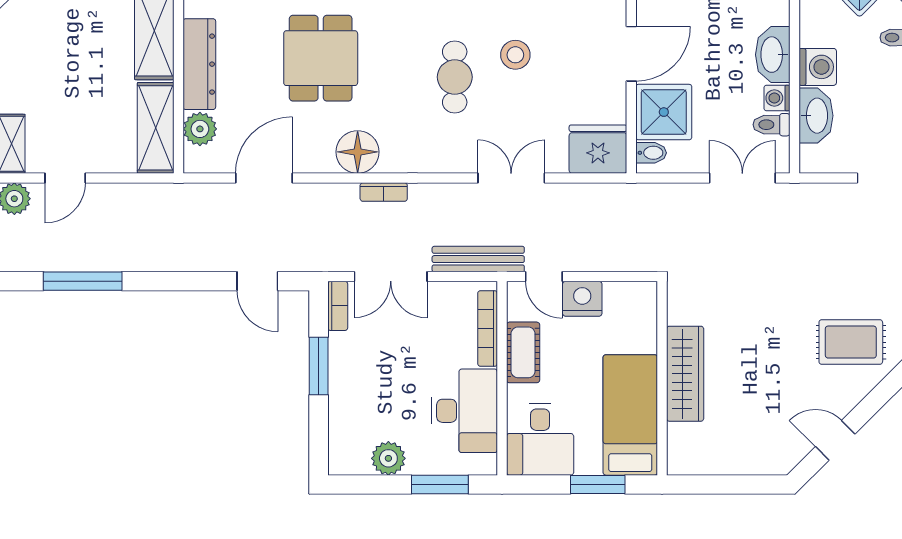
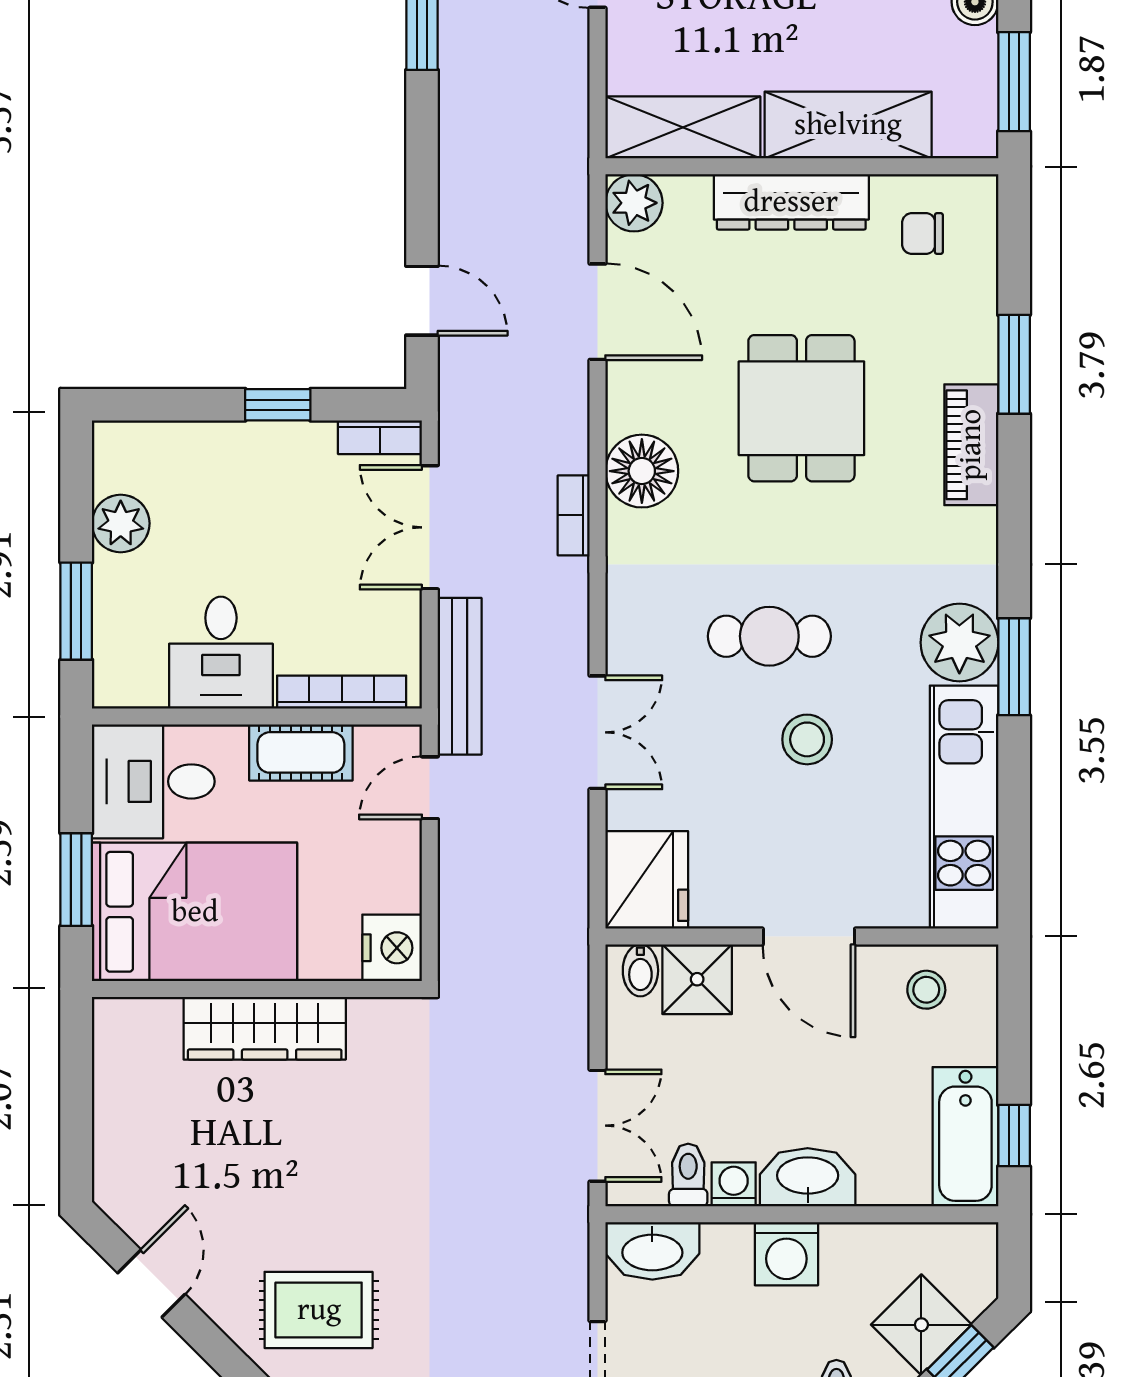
dining table: (321, 58) -> (801, 408), turned 90
shower: (664, 112) -> (697, 979), width x0.73, depth x0.73
washbasin: (816, 116) -> (652, 1251), moved
plant: (200, 129) -> (634, 203), moved
door: (257, 281) -> (422, 301), swing flipped
nightstand: (582, 299) -> (392, 948), moved
rug: (851, 342) -> (319, 1310), turned 90
window: (319, 366) -> (278, 405), width x0.67
desk: (464, 411) -> (221, 653), width x0.73
bed: (630, 415) -> (195, 912), width x1.50

